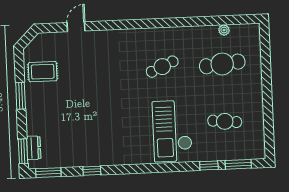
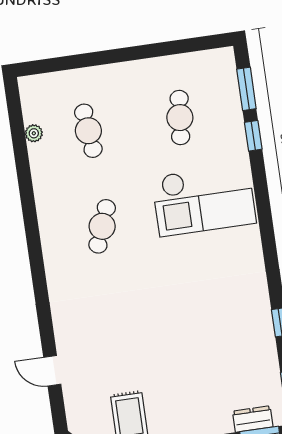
cafe table: (222, 64) -> (88, 131), width x0.73, depth x0.74
cafe table: (162, 67) -> (102, 226), turned 45

